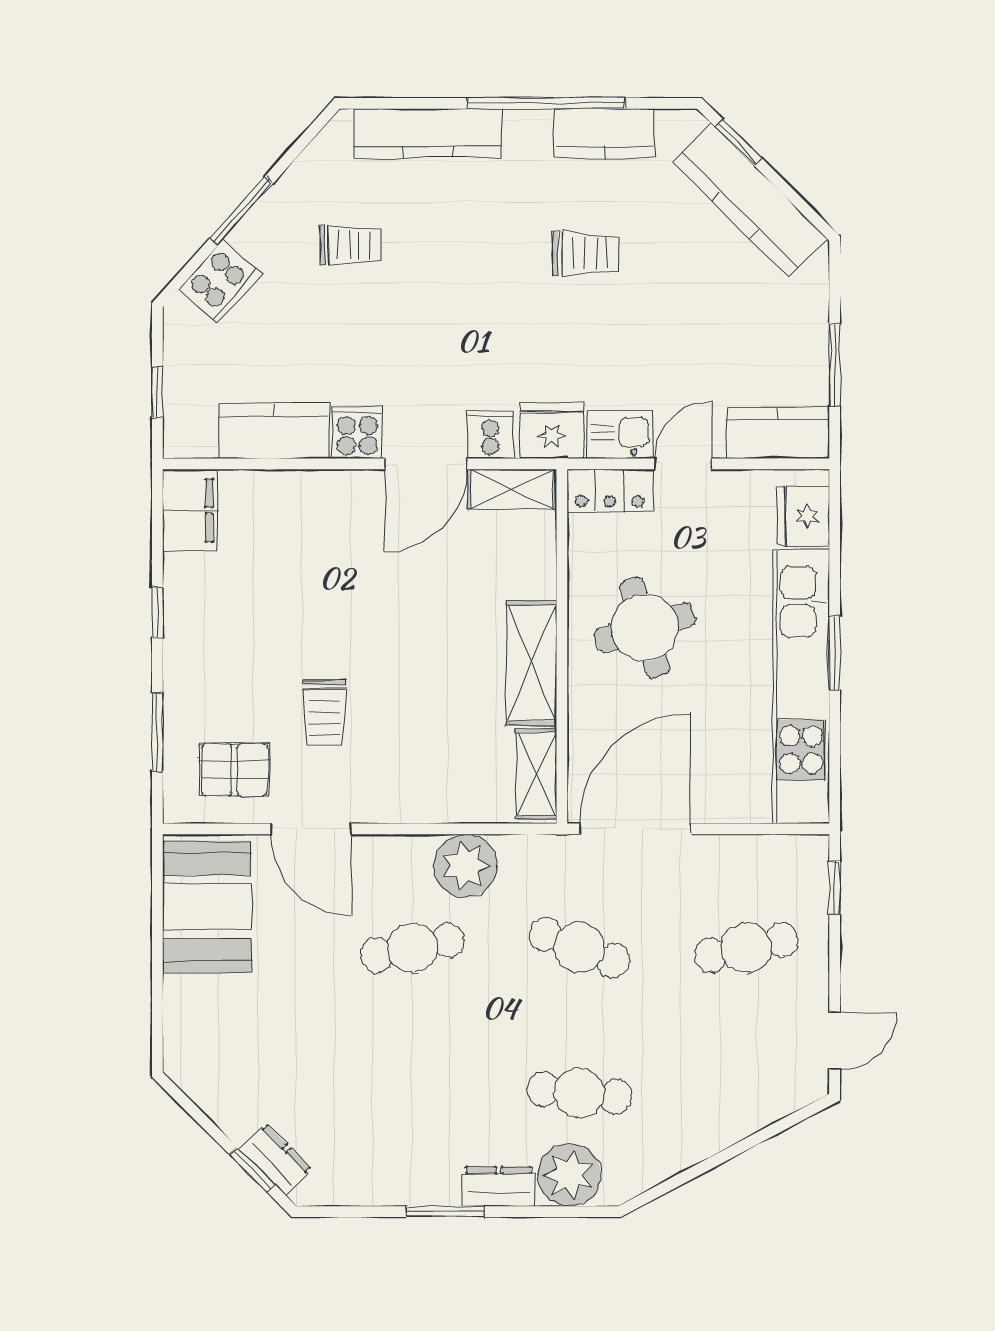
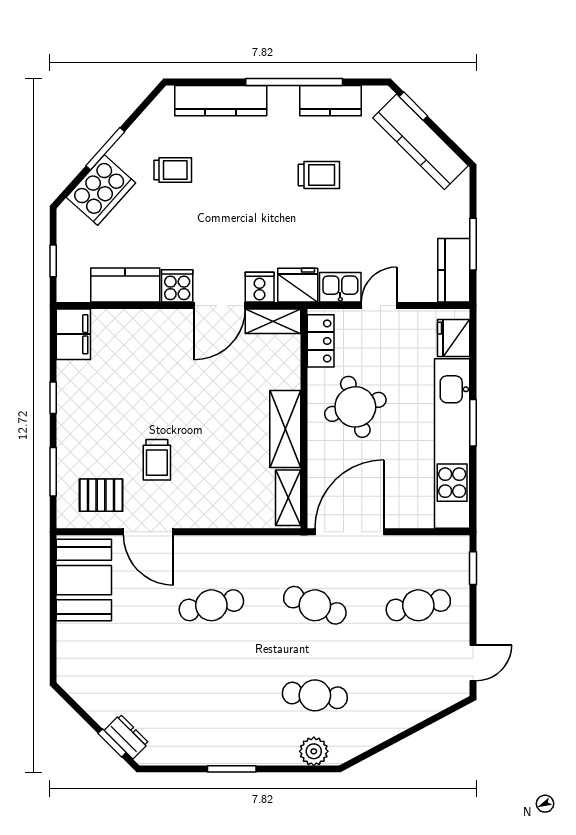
cooker: (220, 282) -> (101, 190), width x1.37, depth x1.31
kitchen counter: (778, 433) -> (454, 270), moved, turned -90
locker: (610, 491) -> (321, 341), moved, turned -90
plant: (465, 866) -> (244, 555), removed
plant: (569, 1175) -> (314, 751), width x0.73, depth x0.73
dresser: (499, 1186) -> (265, 753), removed

